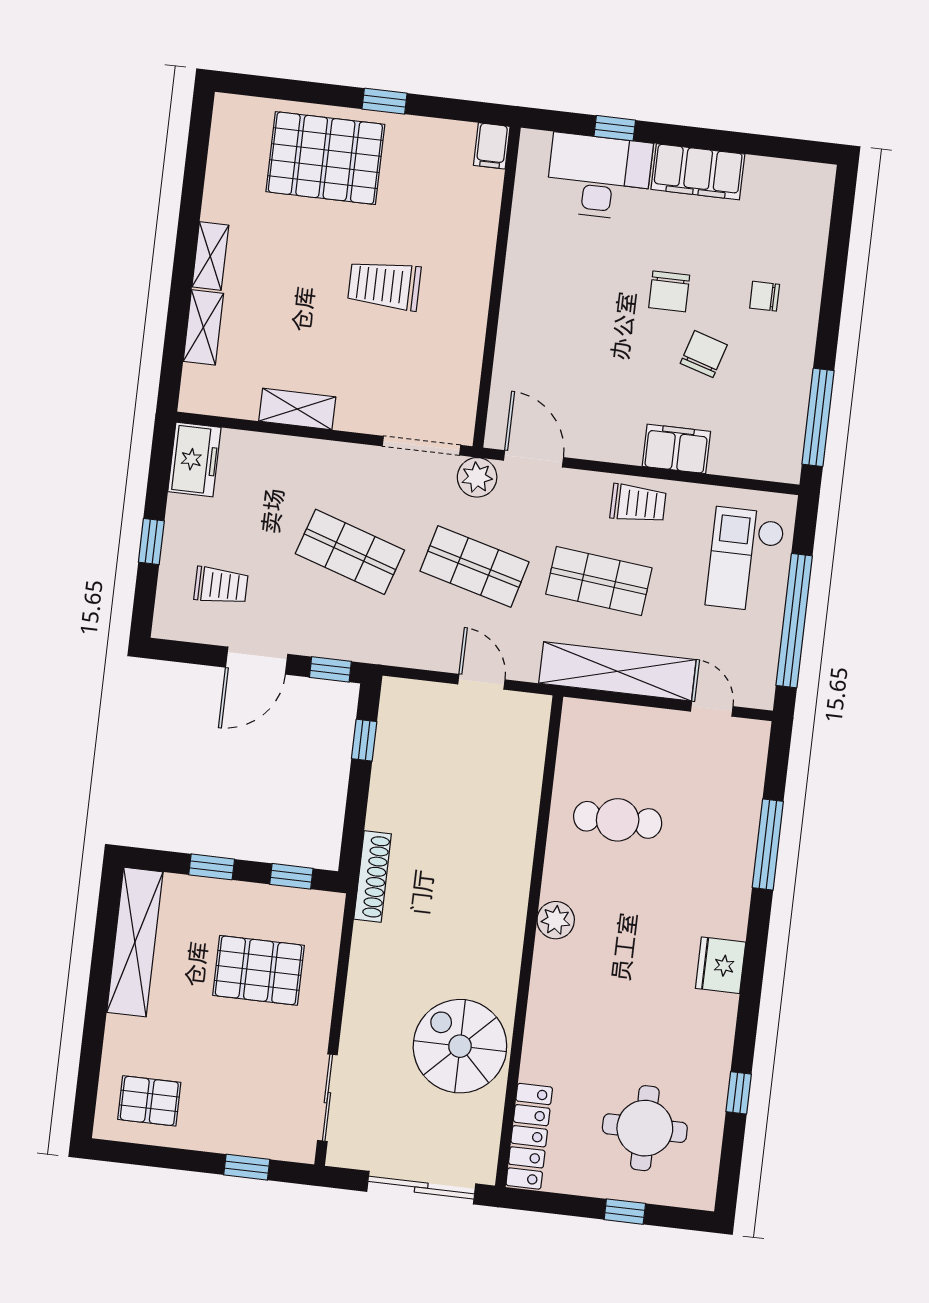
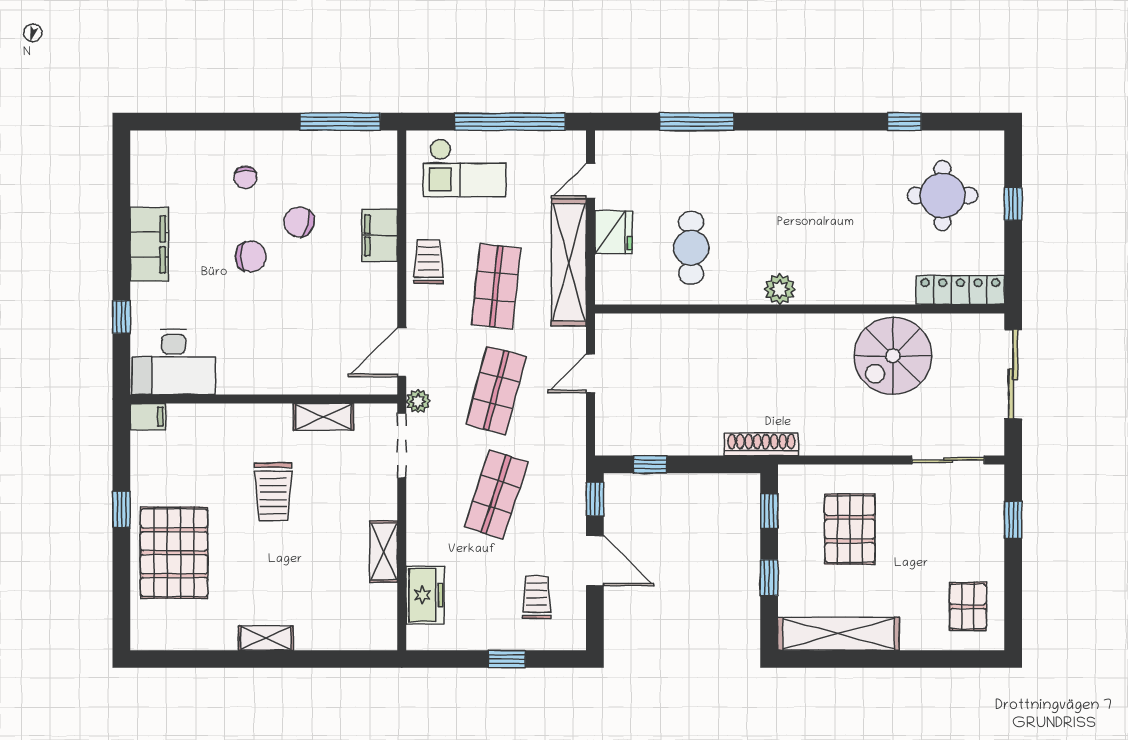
desk: (599, 177) -> (174, 362), moved, turned -90
shelving: (203, 327) -> (323, 417), moved
freezer: (194, 460) -> (425, 595), moved, turned 90
plant: (477, 477) -> (418, 401), width x0.73, depth x0.73
fridge: (721, 965) -> (613, 232), moved, turned -90

